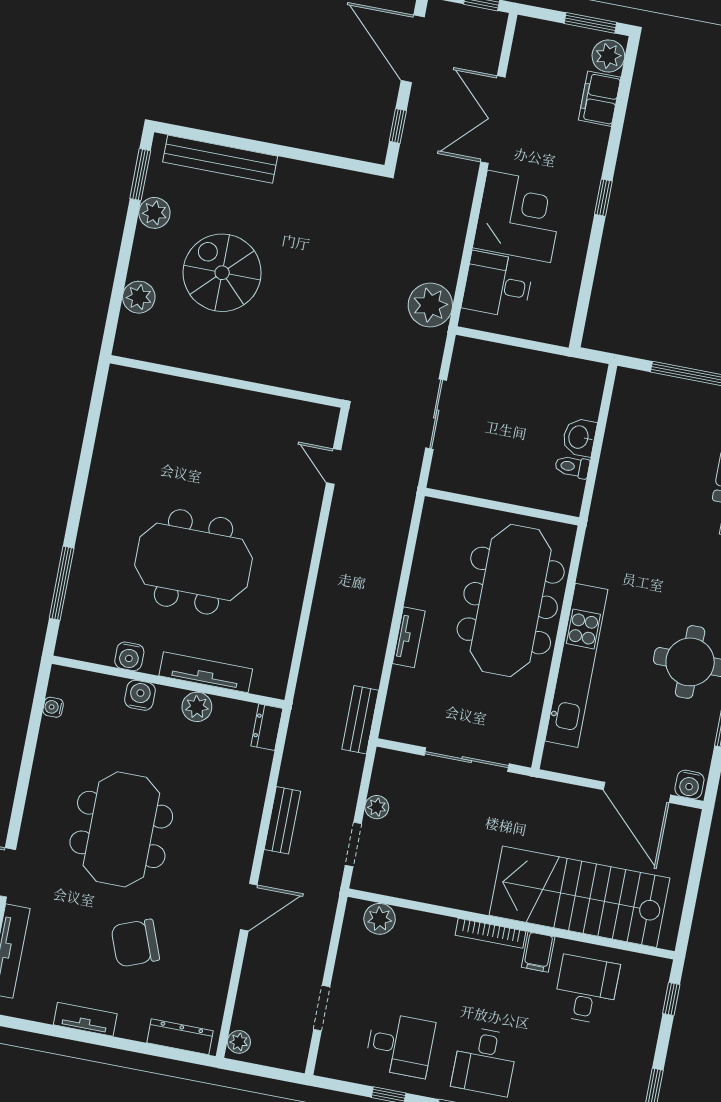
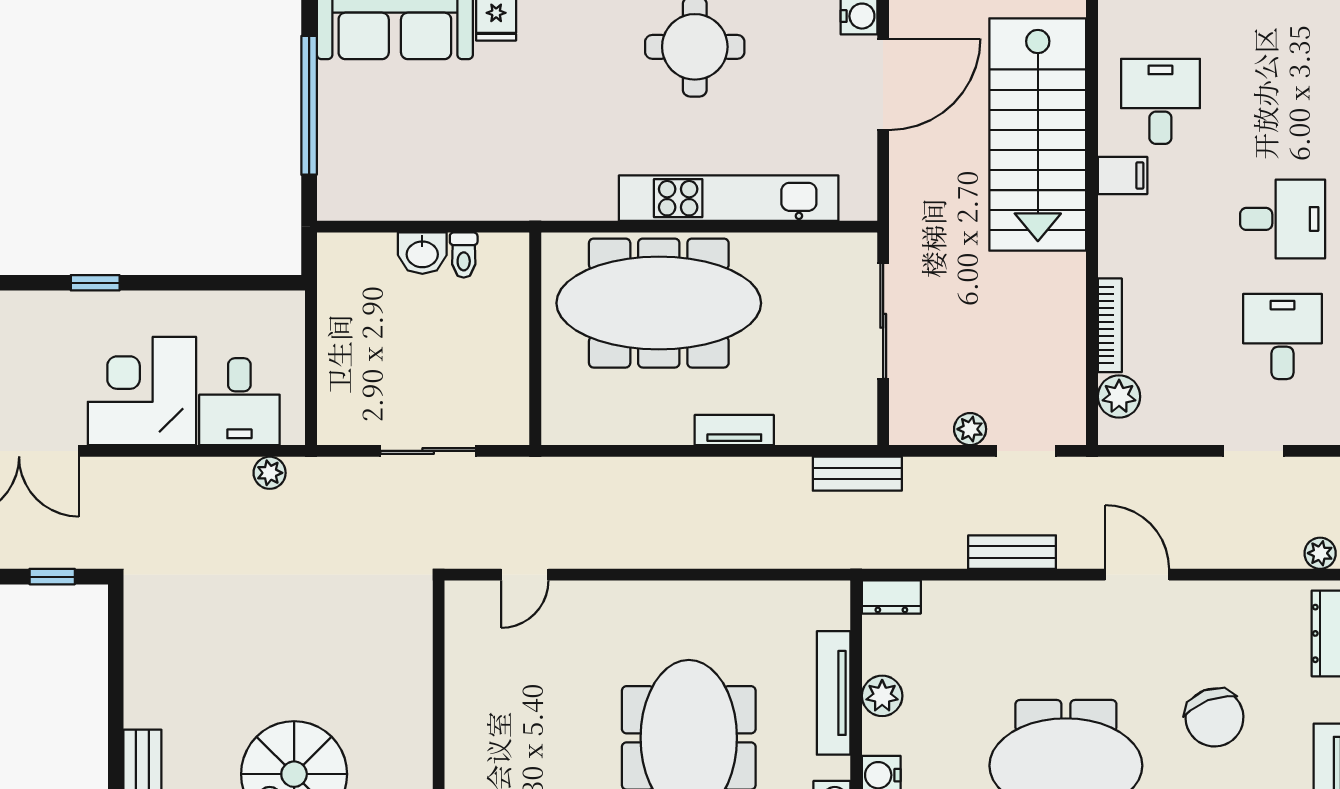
plant: (430, 305) -> (270, 473), width x0.53, depth x0.53
bookcase: (491, 933) -> (1110, 325), moved
desk: (586, 990) -> (1160, 101), turned 90

